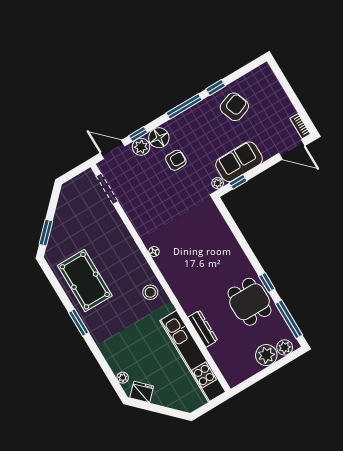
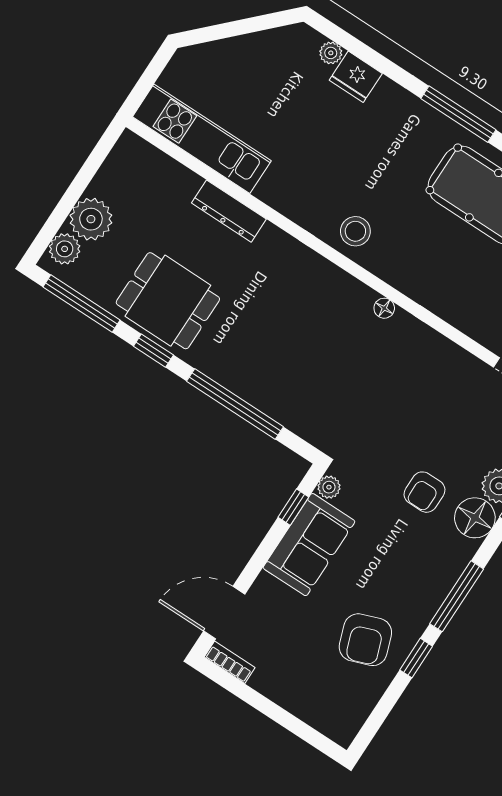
window: (242, 241) -> (235, 404), added
window: (79, 322) -> (458, 114), width x1.44
kitchen unit: (193, 356) -> (202, 139), width x0.73
fridge: (142, 392) -> (356, 77), moved, turned 45

